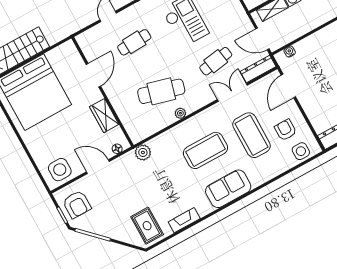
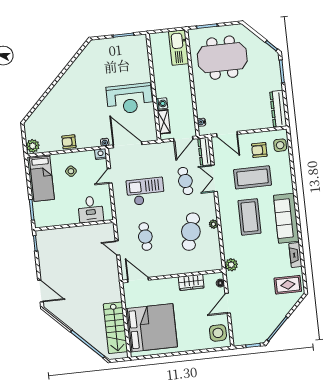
door: (93, 75) -> (138, 280), moved
sofa: (228, 189) -> (286, 218), width x1.36
armchair: (77, 204) -> (250, 331), removed

